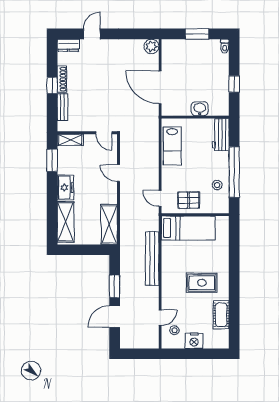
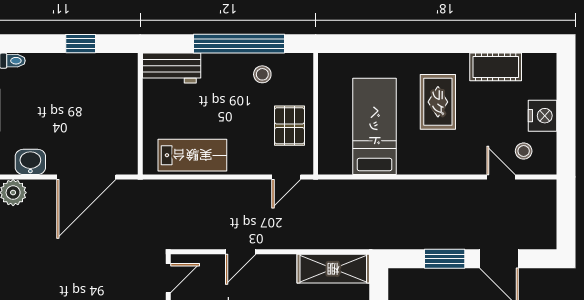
washbasin: (200, 109) -> (30, 162), moved, turned 90
bed: (188, 228) -> (375, 126), moved
bench: (152, 258) -> (395, 191), removed

